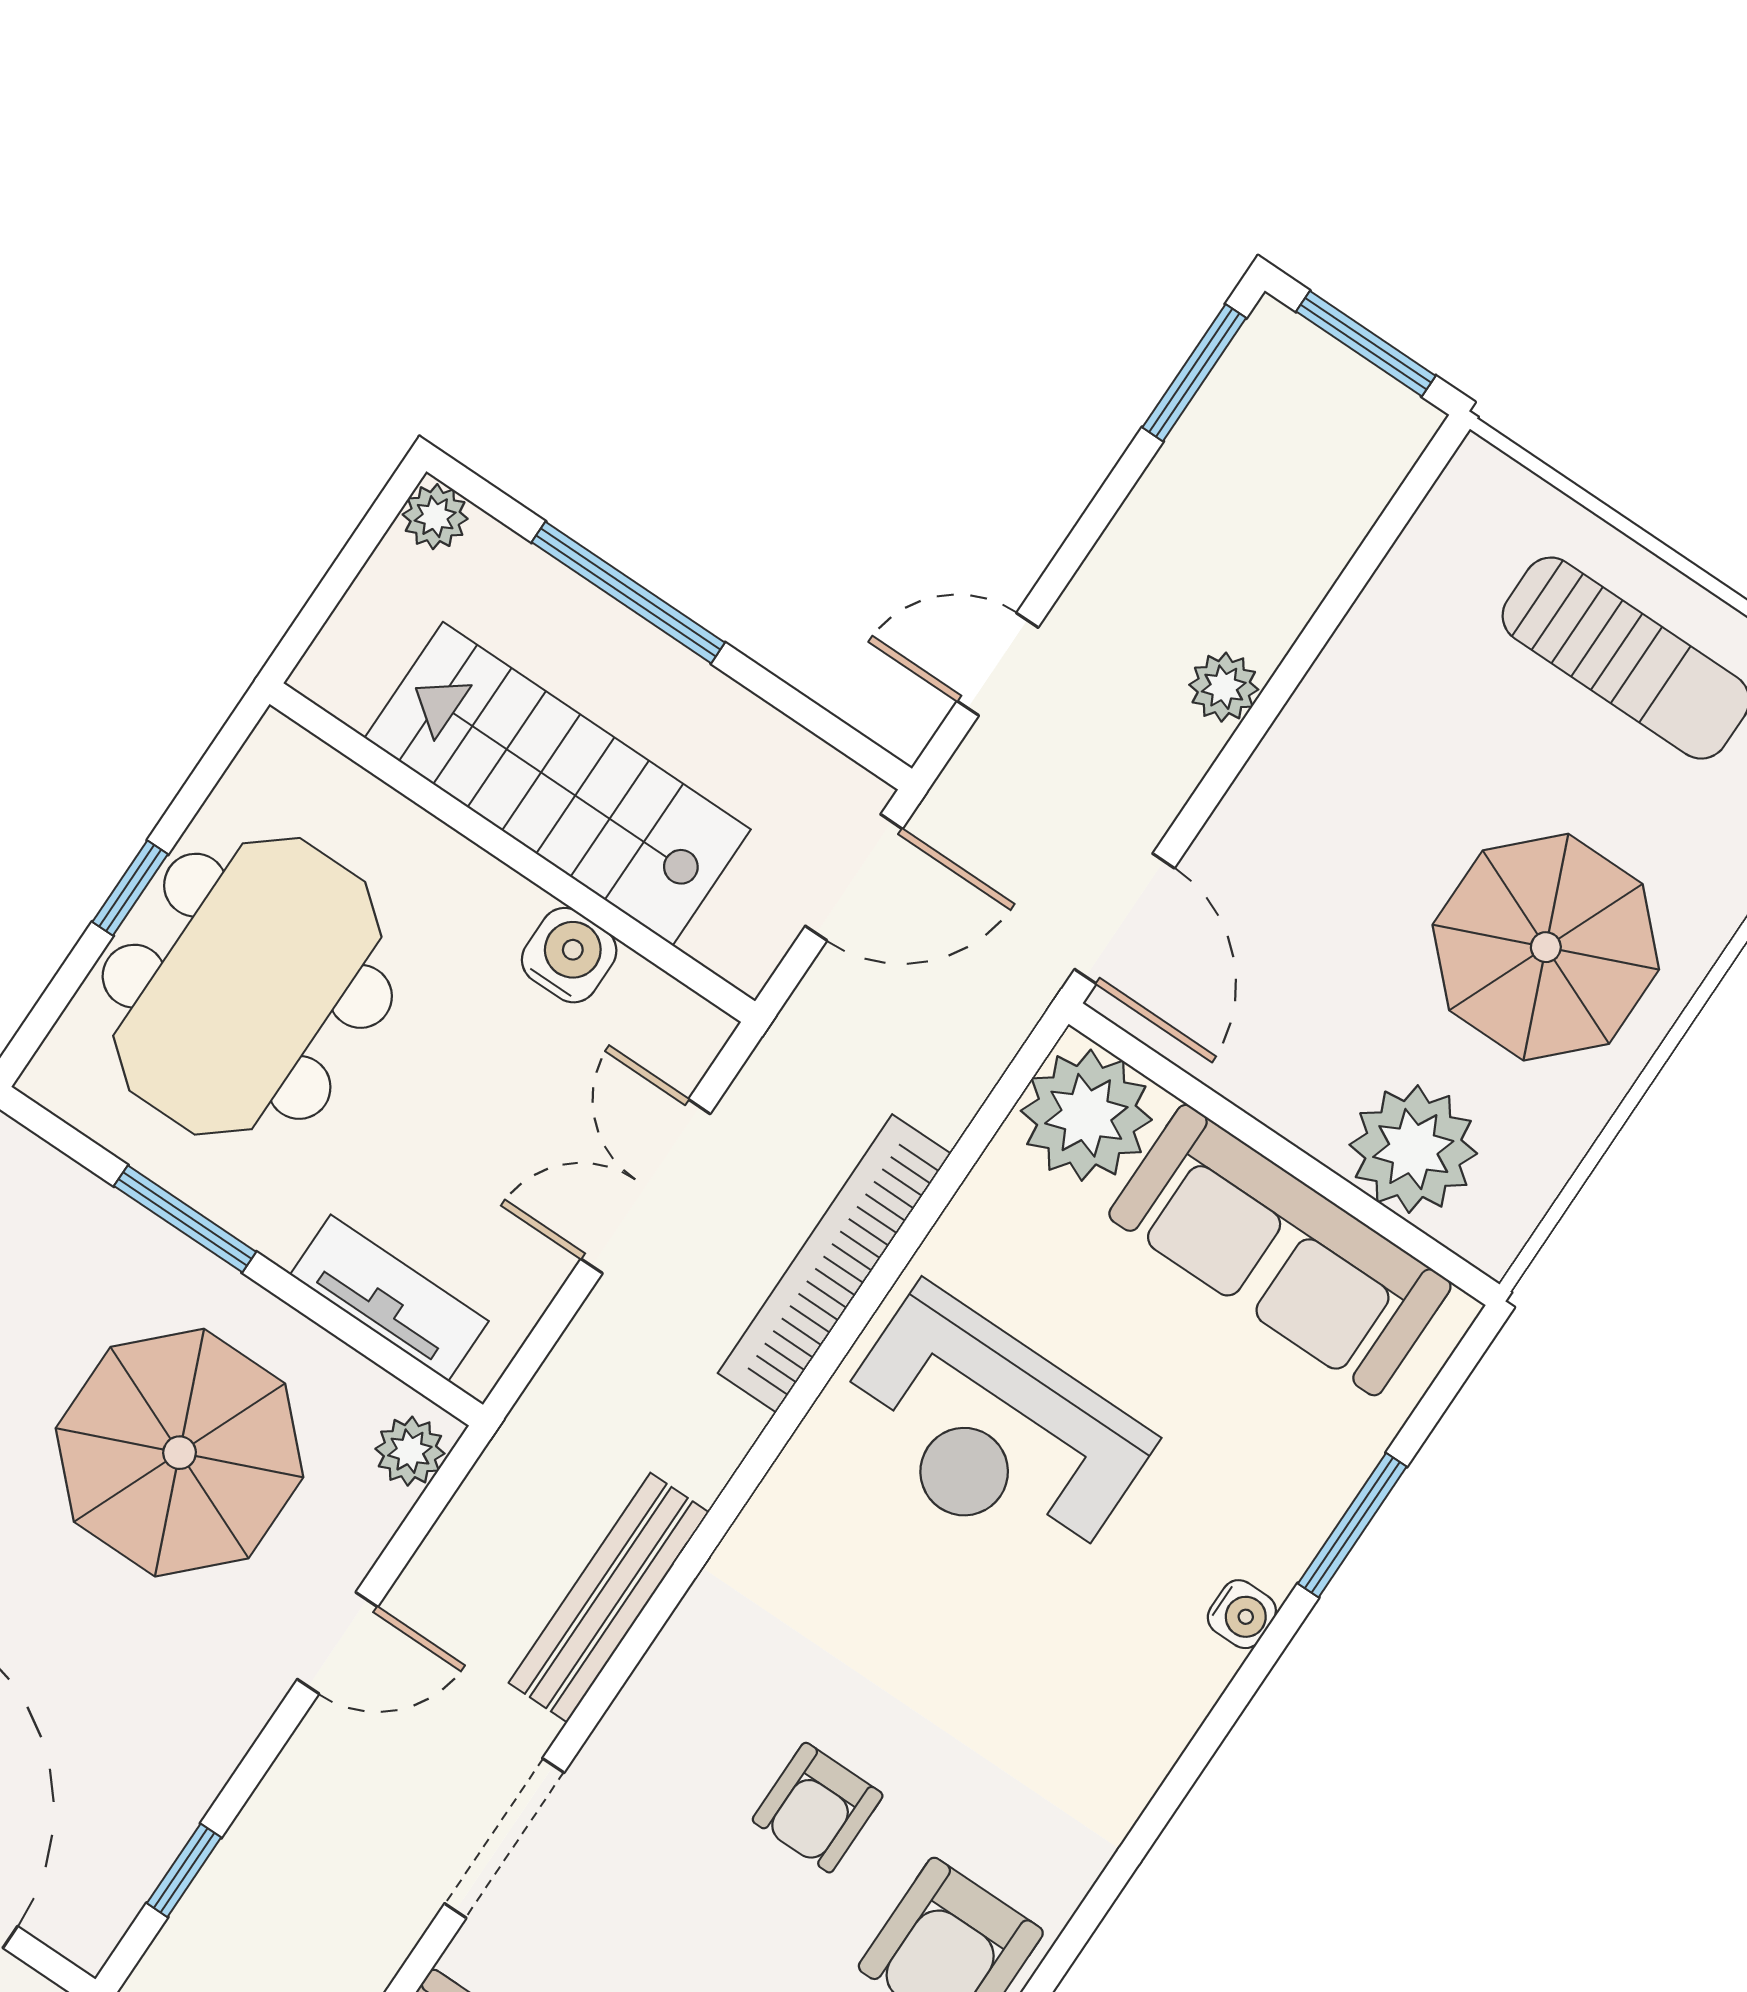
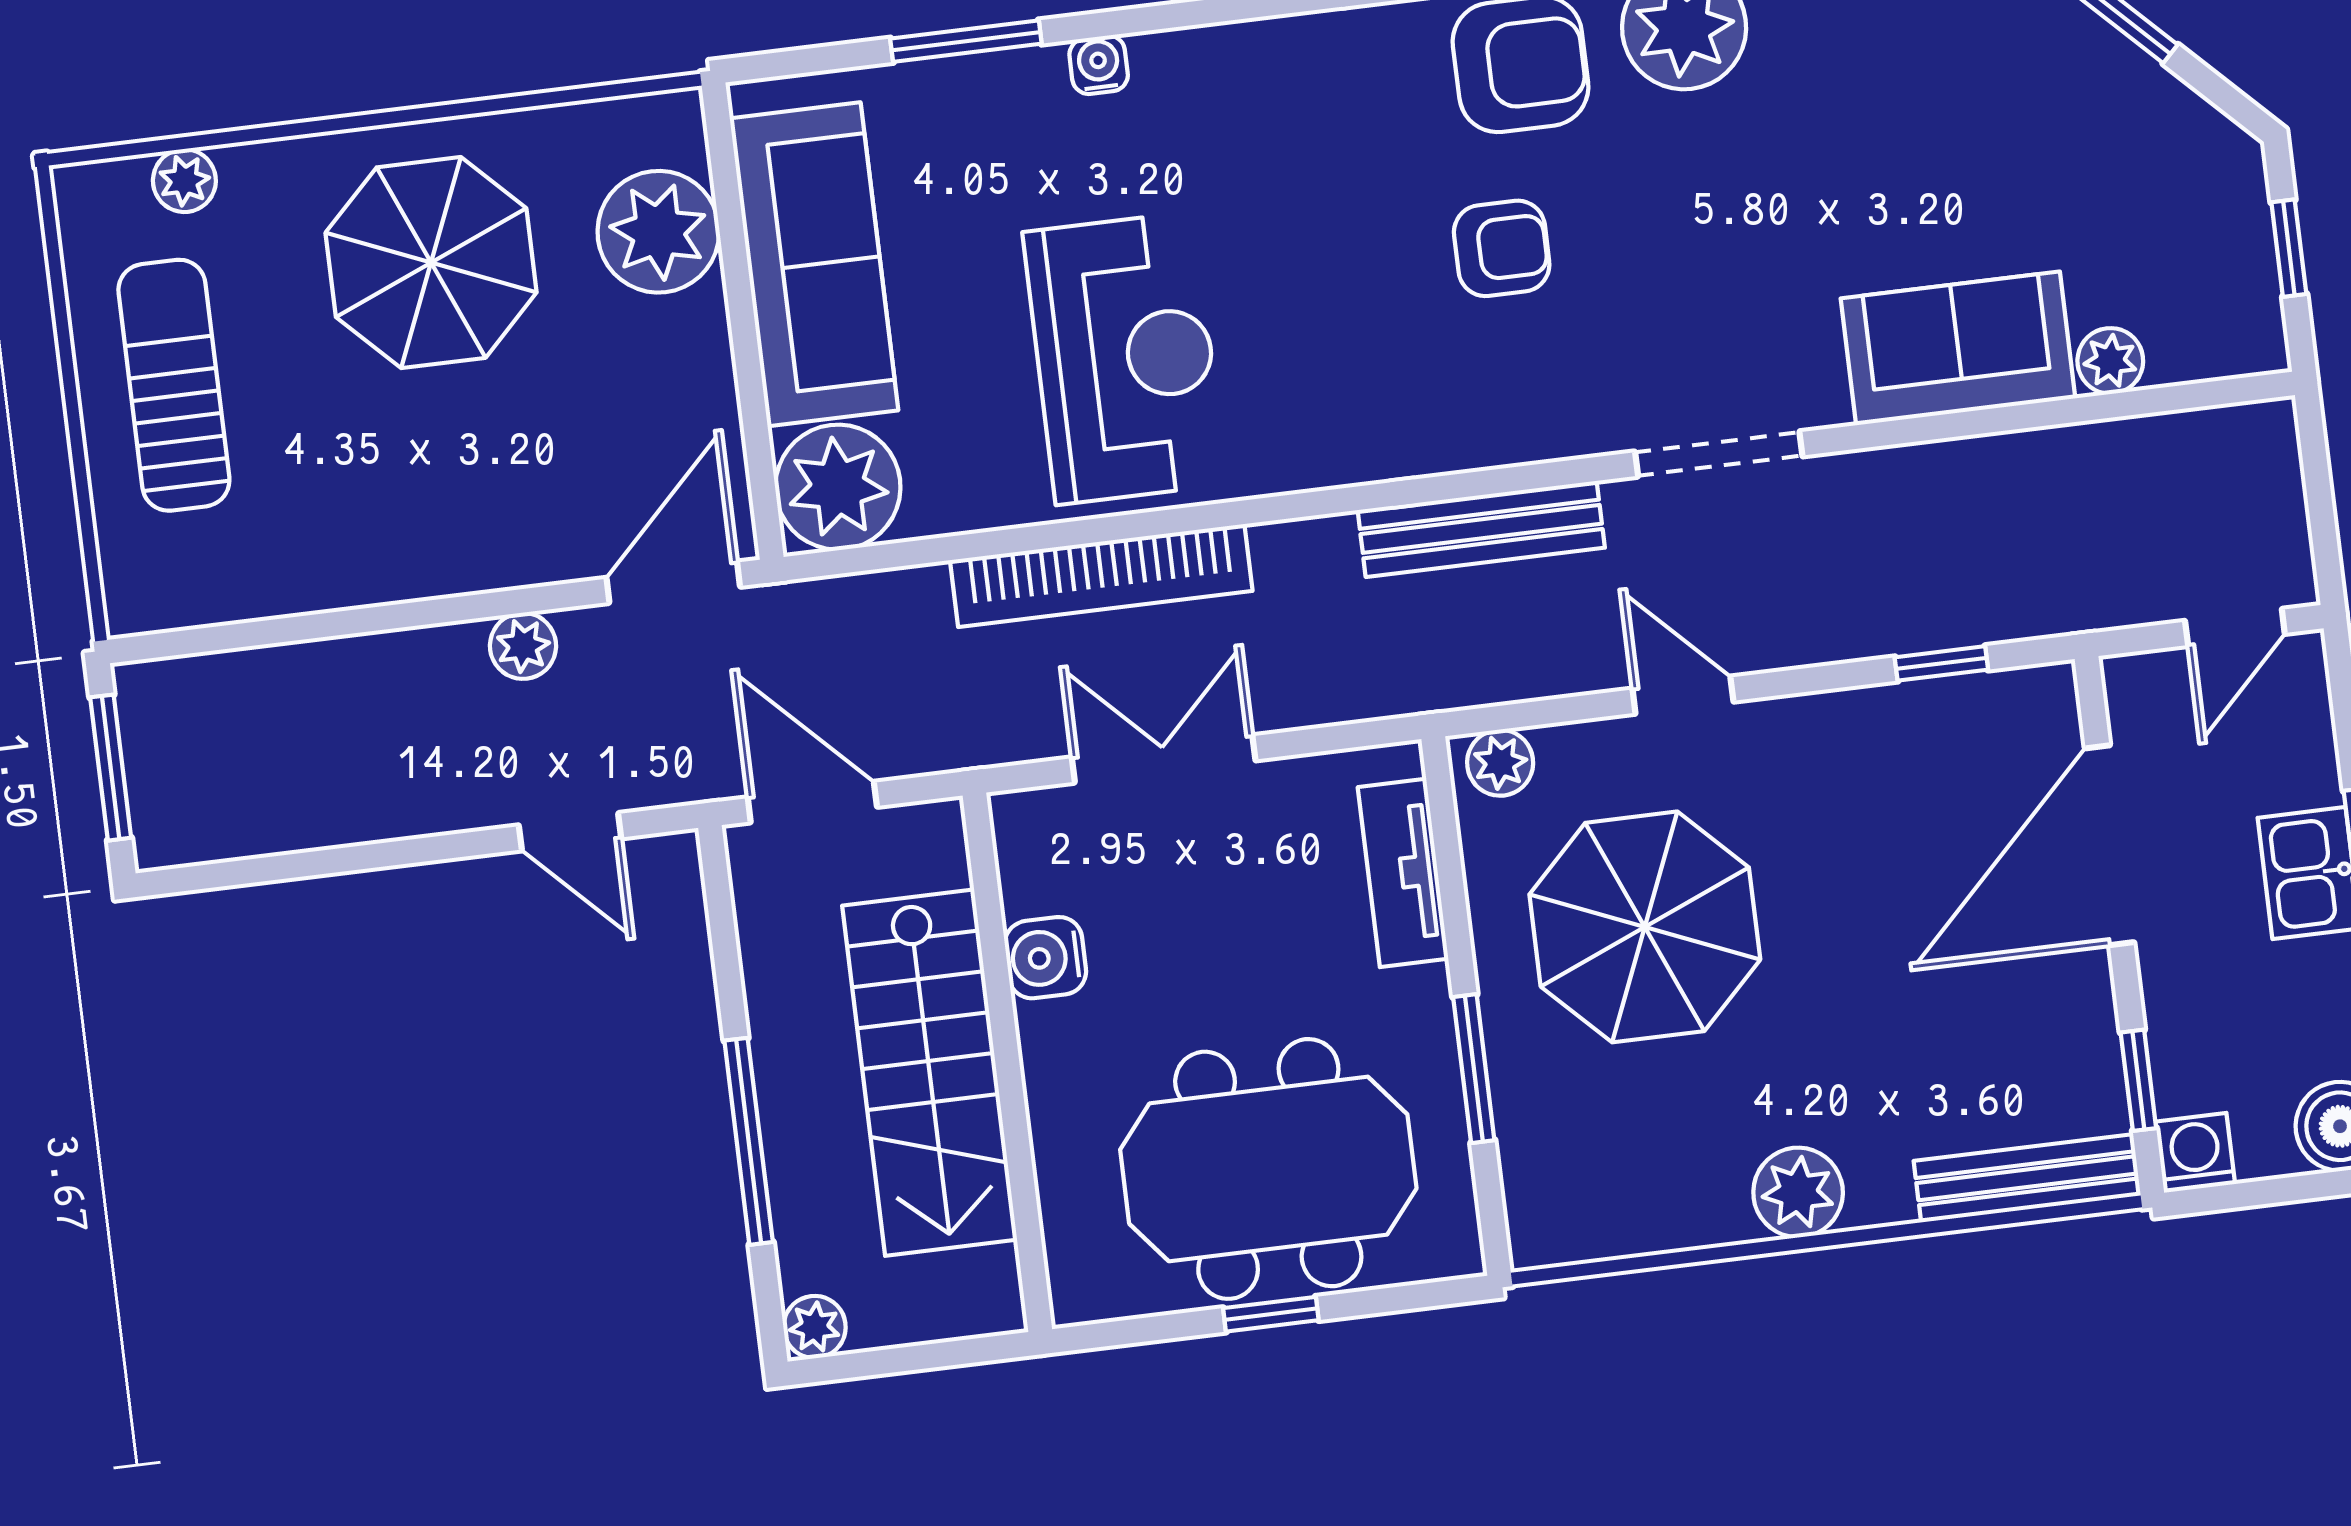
window: (1194, 373) -> (238, 873), removed
plant: (1224, 687) -> (523, 646), moved
double door: (645, 1186) -> (1164, 759), swing flipped

